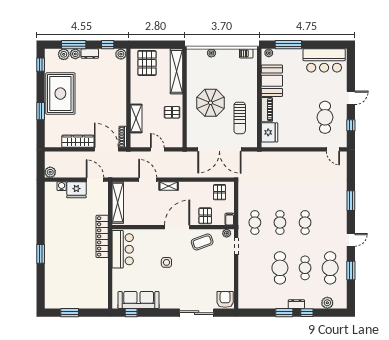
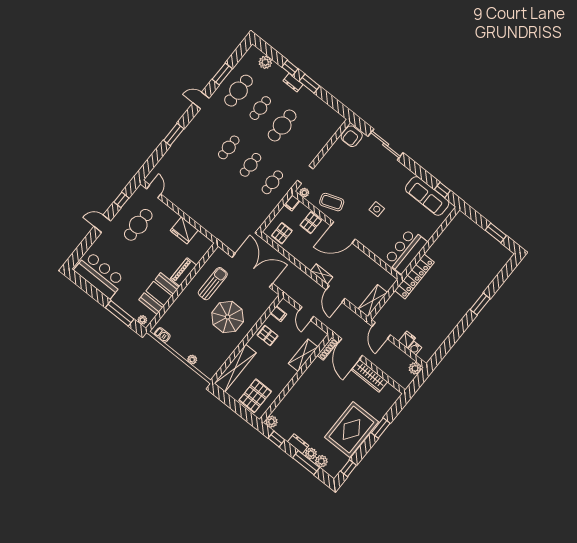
fridge: (269, 132) -> (184, 230), moved, turned -90
filing cabinet: (177, 134) -> (278, 314), added
fridge: (76, 190) -> (407, 340), width x0.53, depth x0.75
shelving: (118, 203) -> (373, 301), width x0.68

